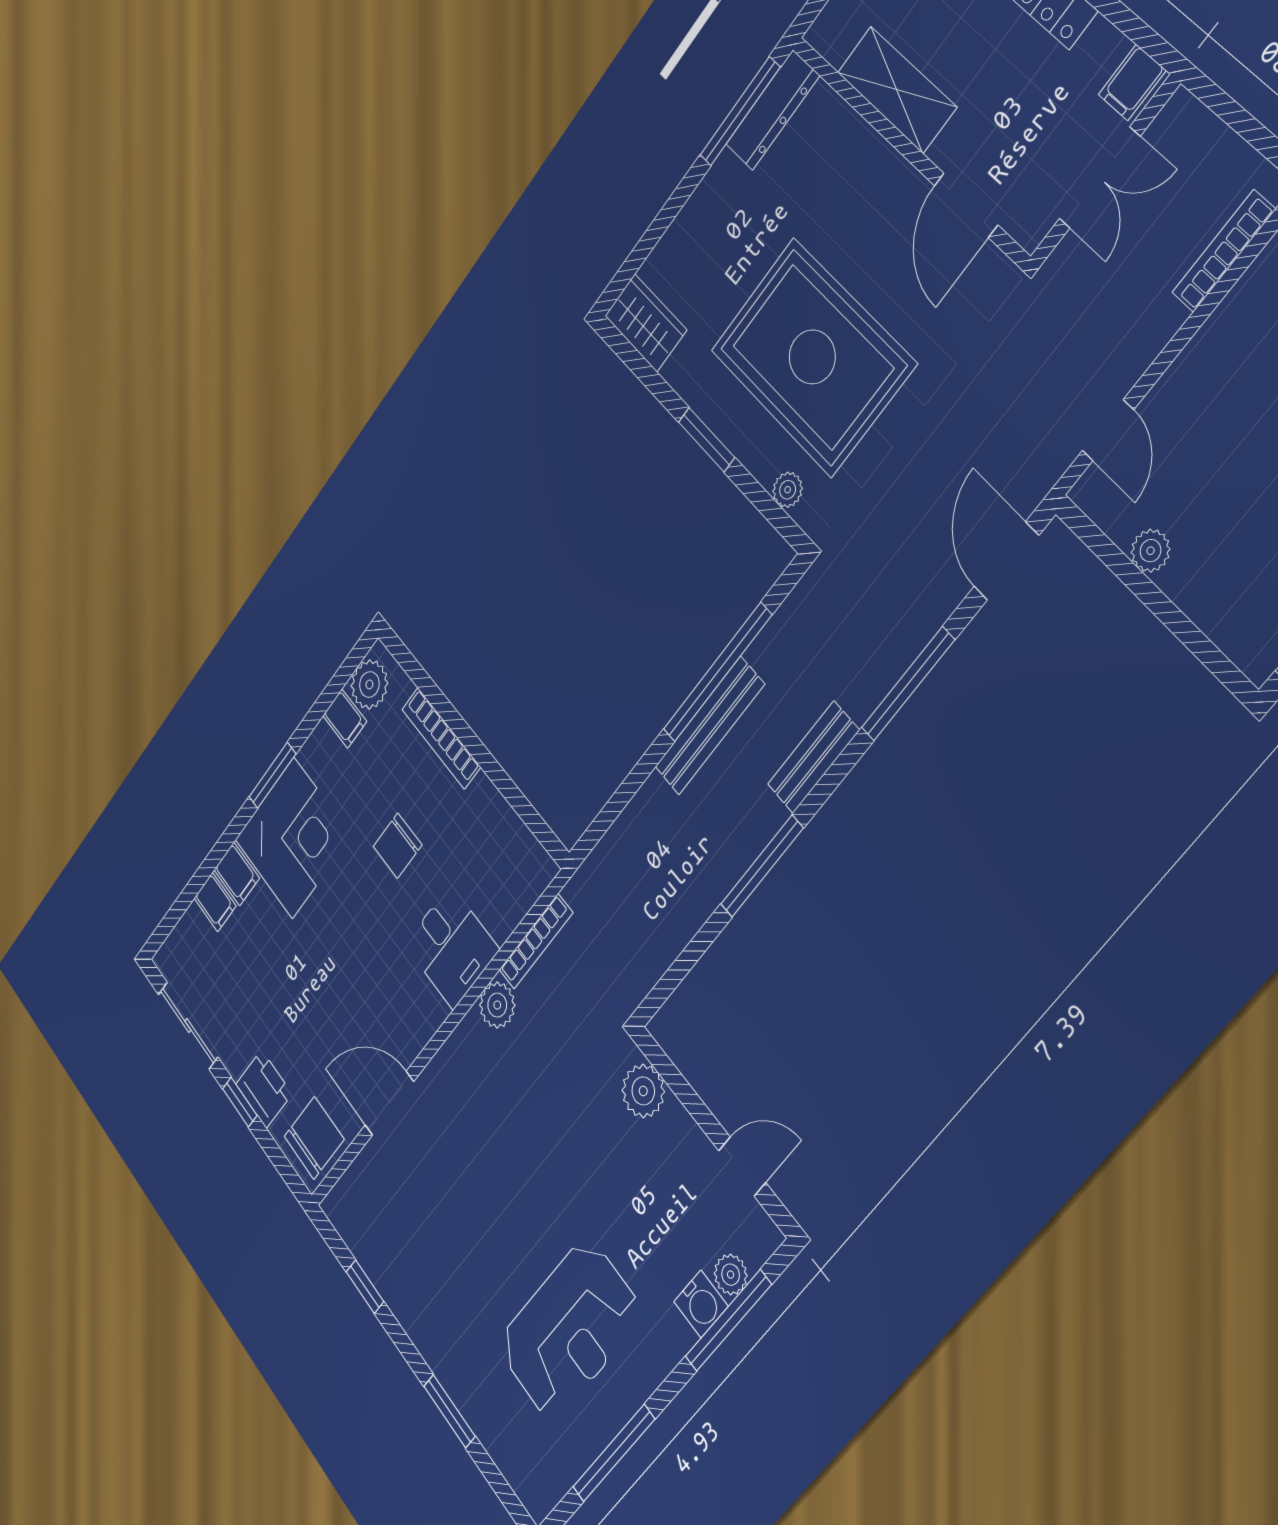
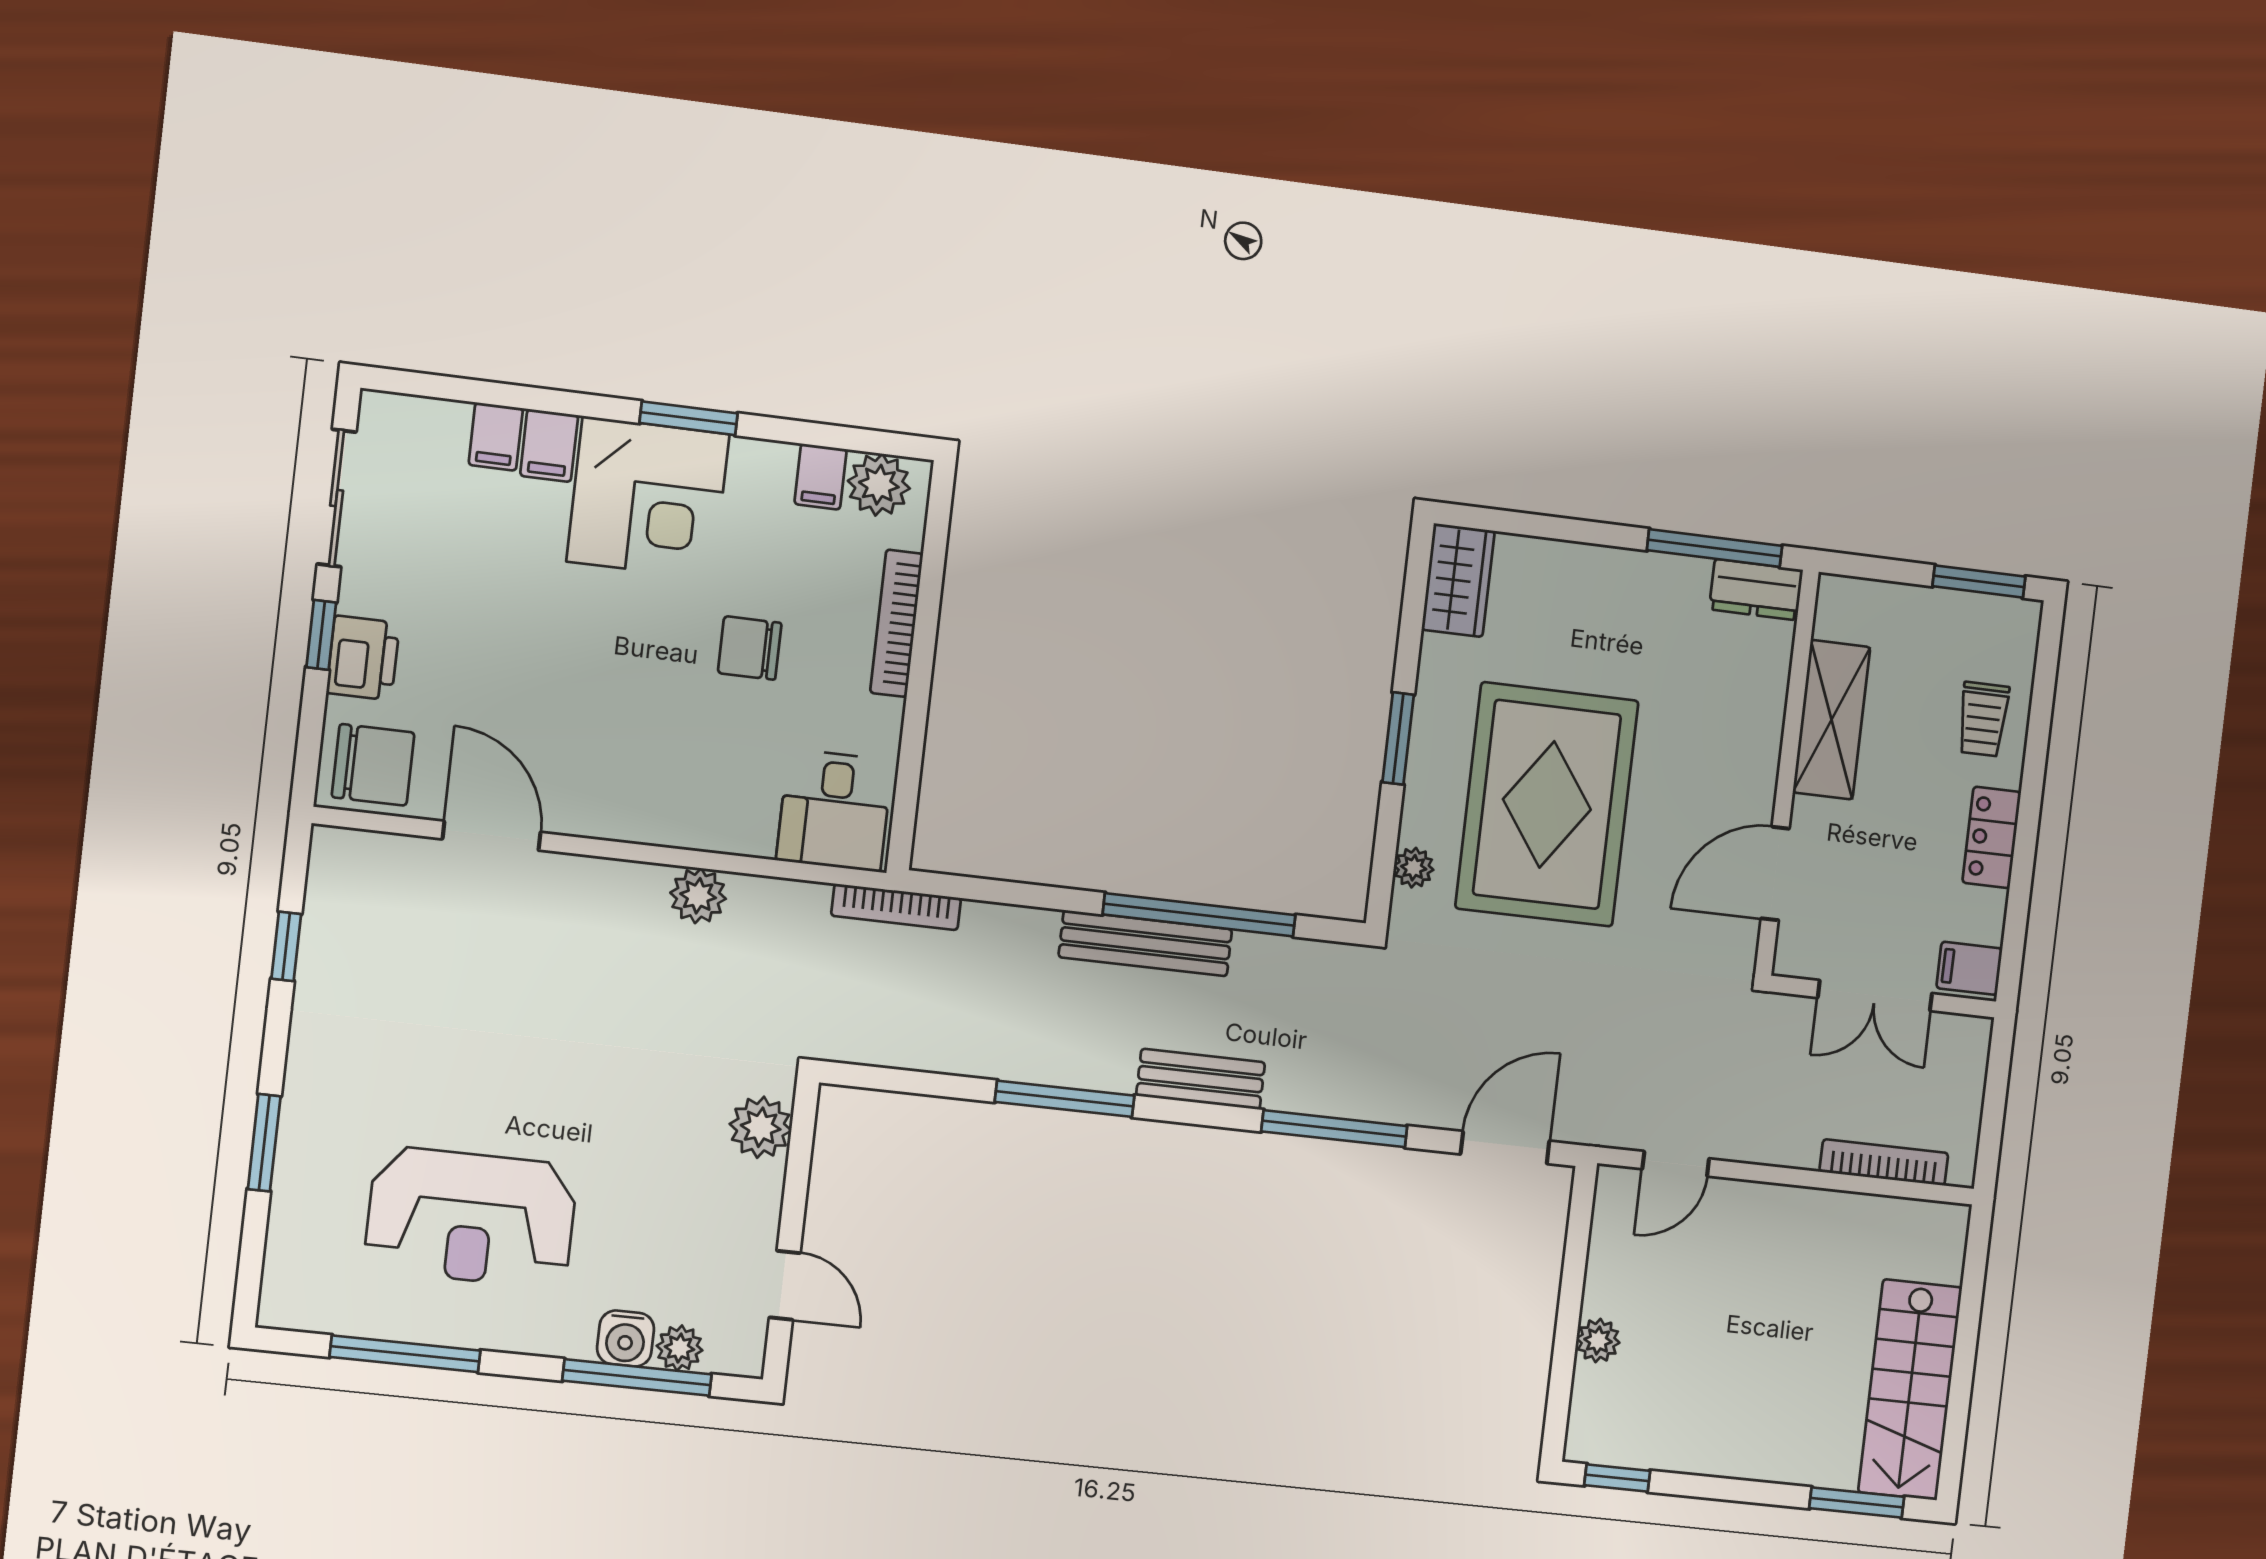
dresser: (773, 110) -> (1756, 590), width x0.70
plant: (1151, 551) -> (1598, 1340), moved
bookcase: (536, 941) -> (896, 907), moved
desk: (452, 947) -> (834, 810), moved

